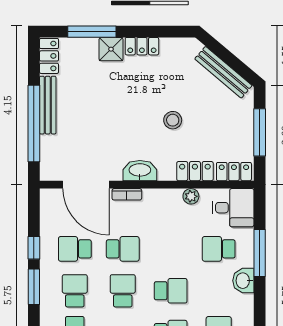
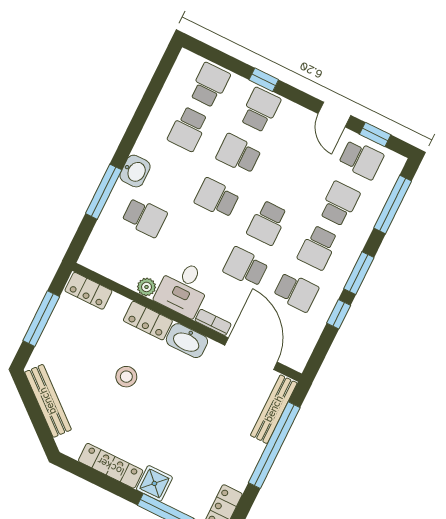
locker: (142, 46) -> (111, 466), width x1.53
bench: (48, 105) -> (274, 409), moved
locker: (195, 171) -> (148, 321), moved
desk: (233, 208) -> (183, 288), moved, turned -90

